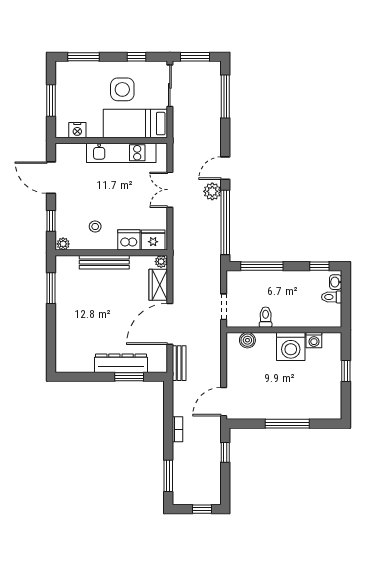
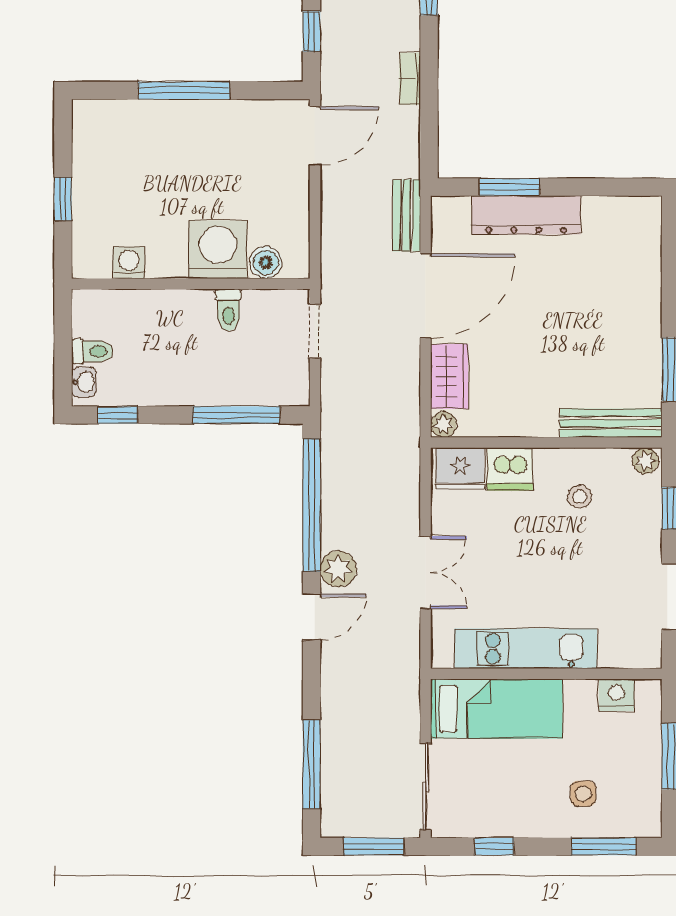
side table: (122, 89) -> (583, 794), moved, width x0.54, depth x0.54
bench: (104, 262) -> (611, 423), moved
washing machine: (291, 346) -> (218, 249), moved

